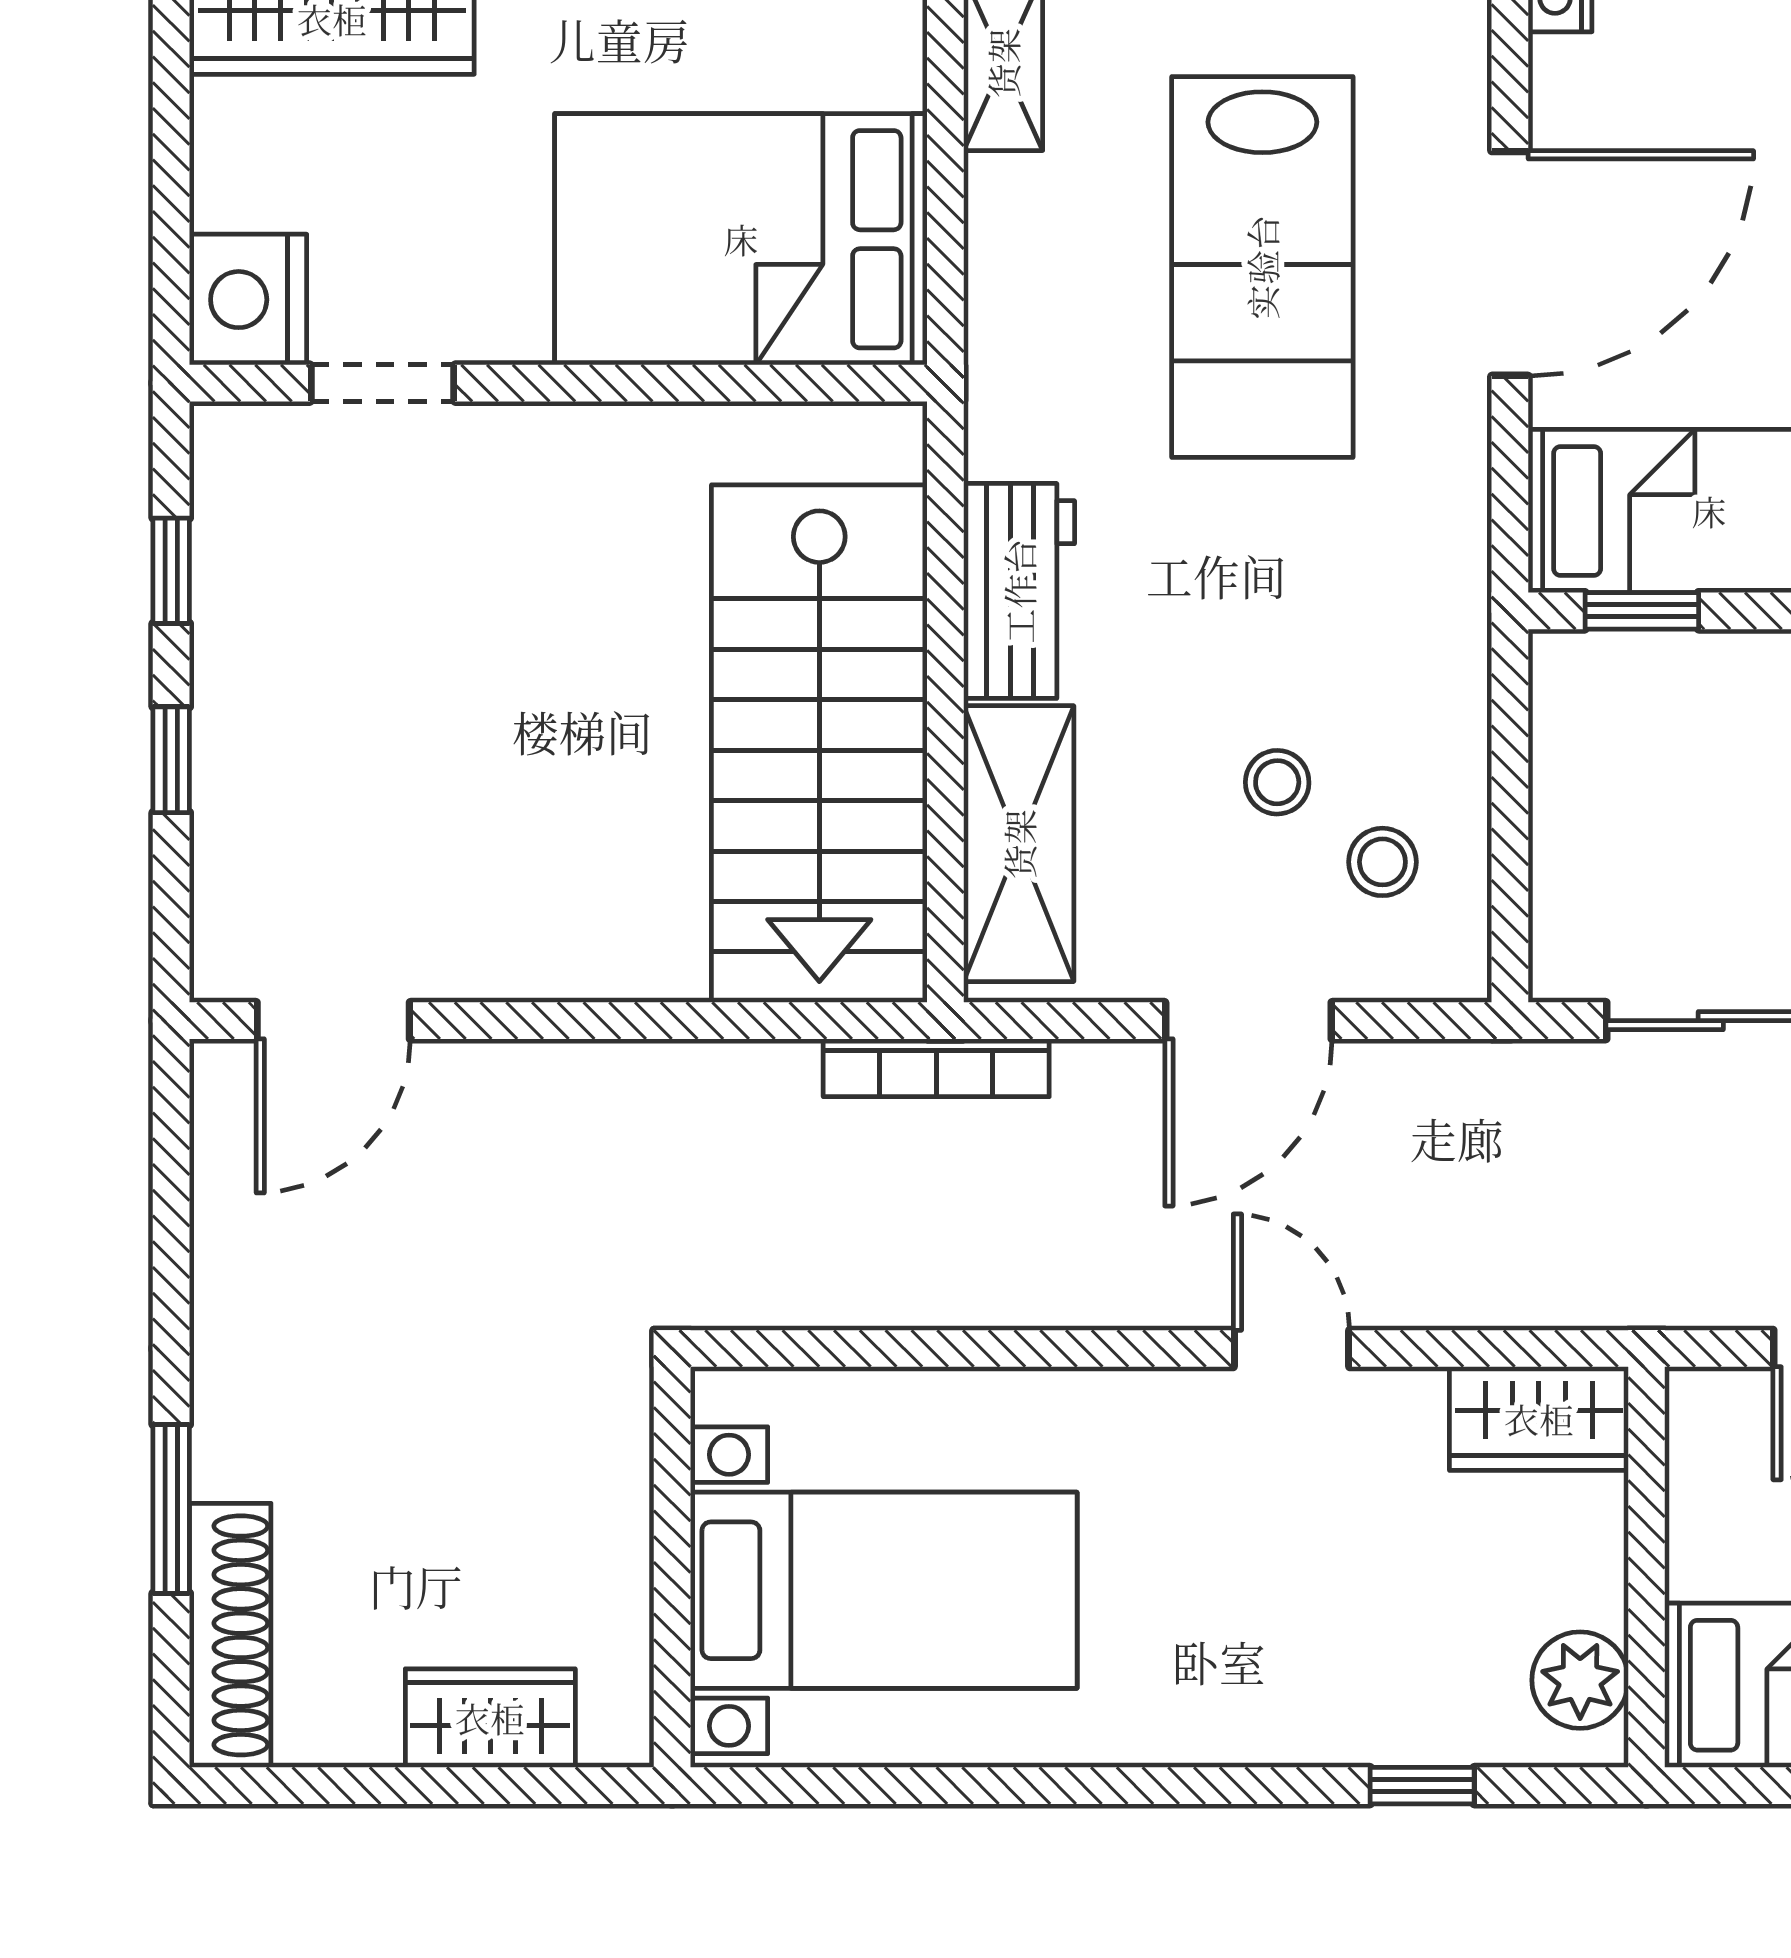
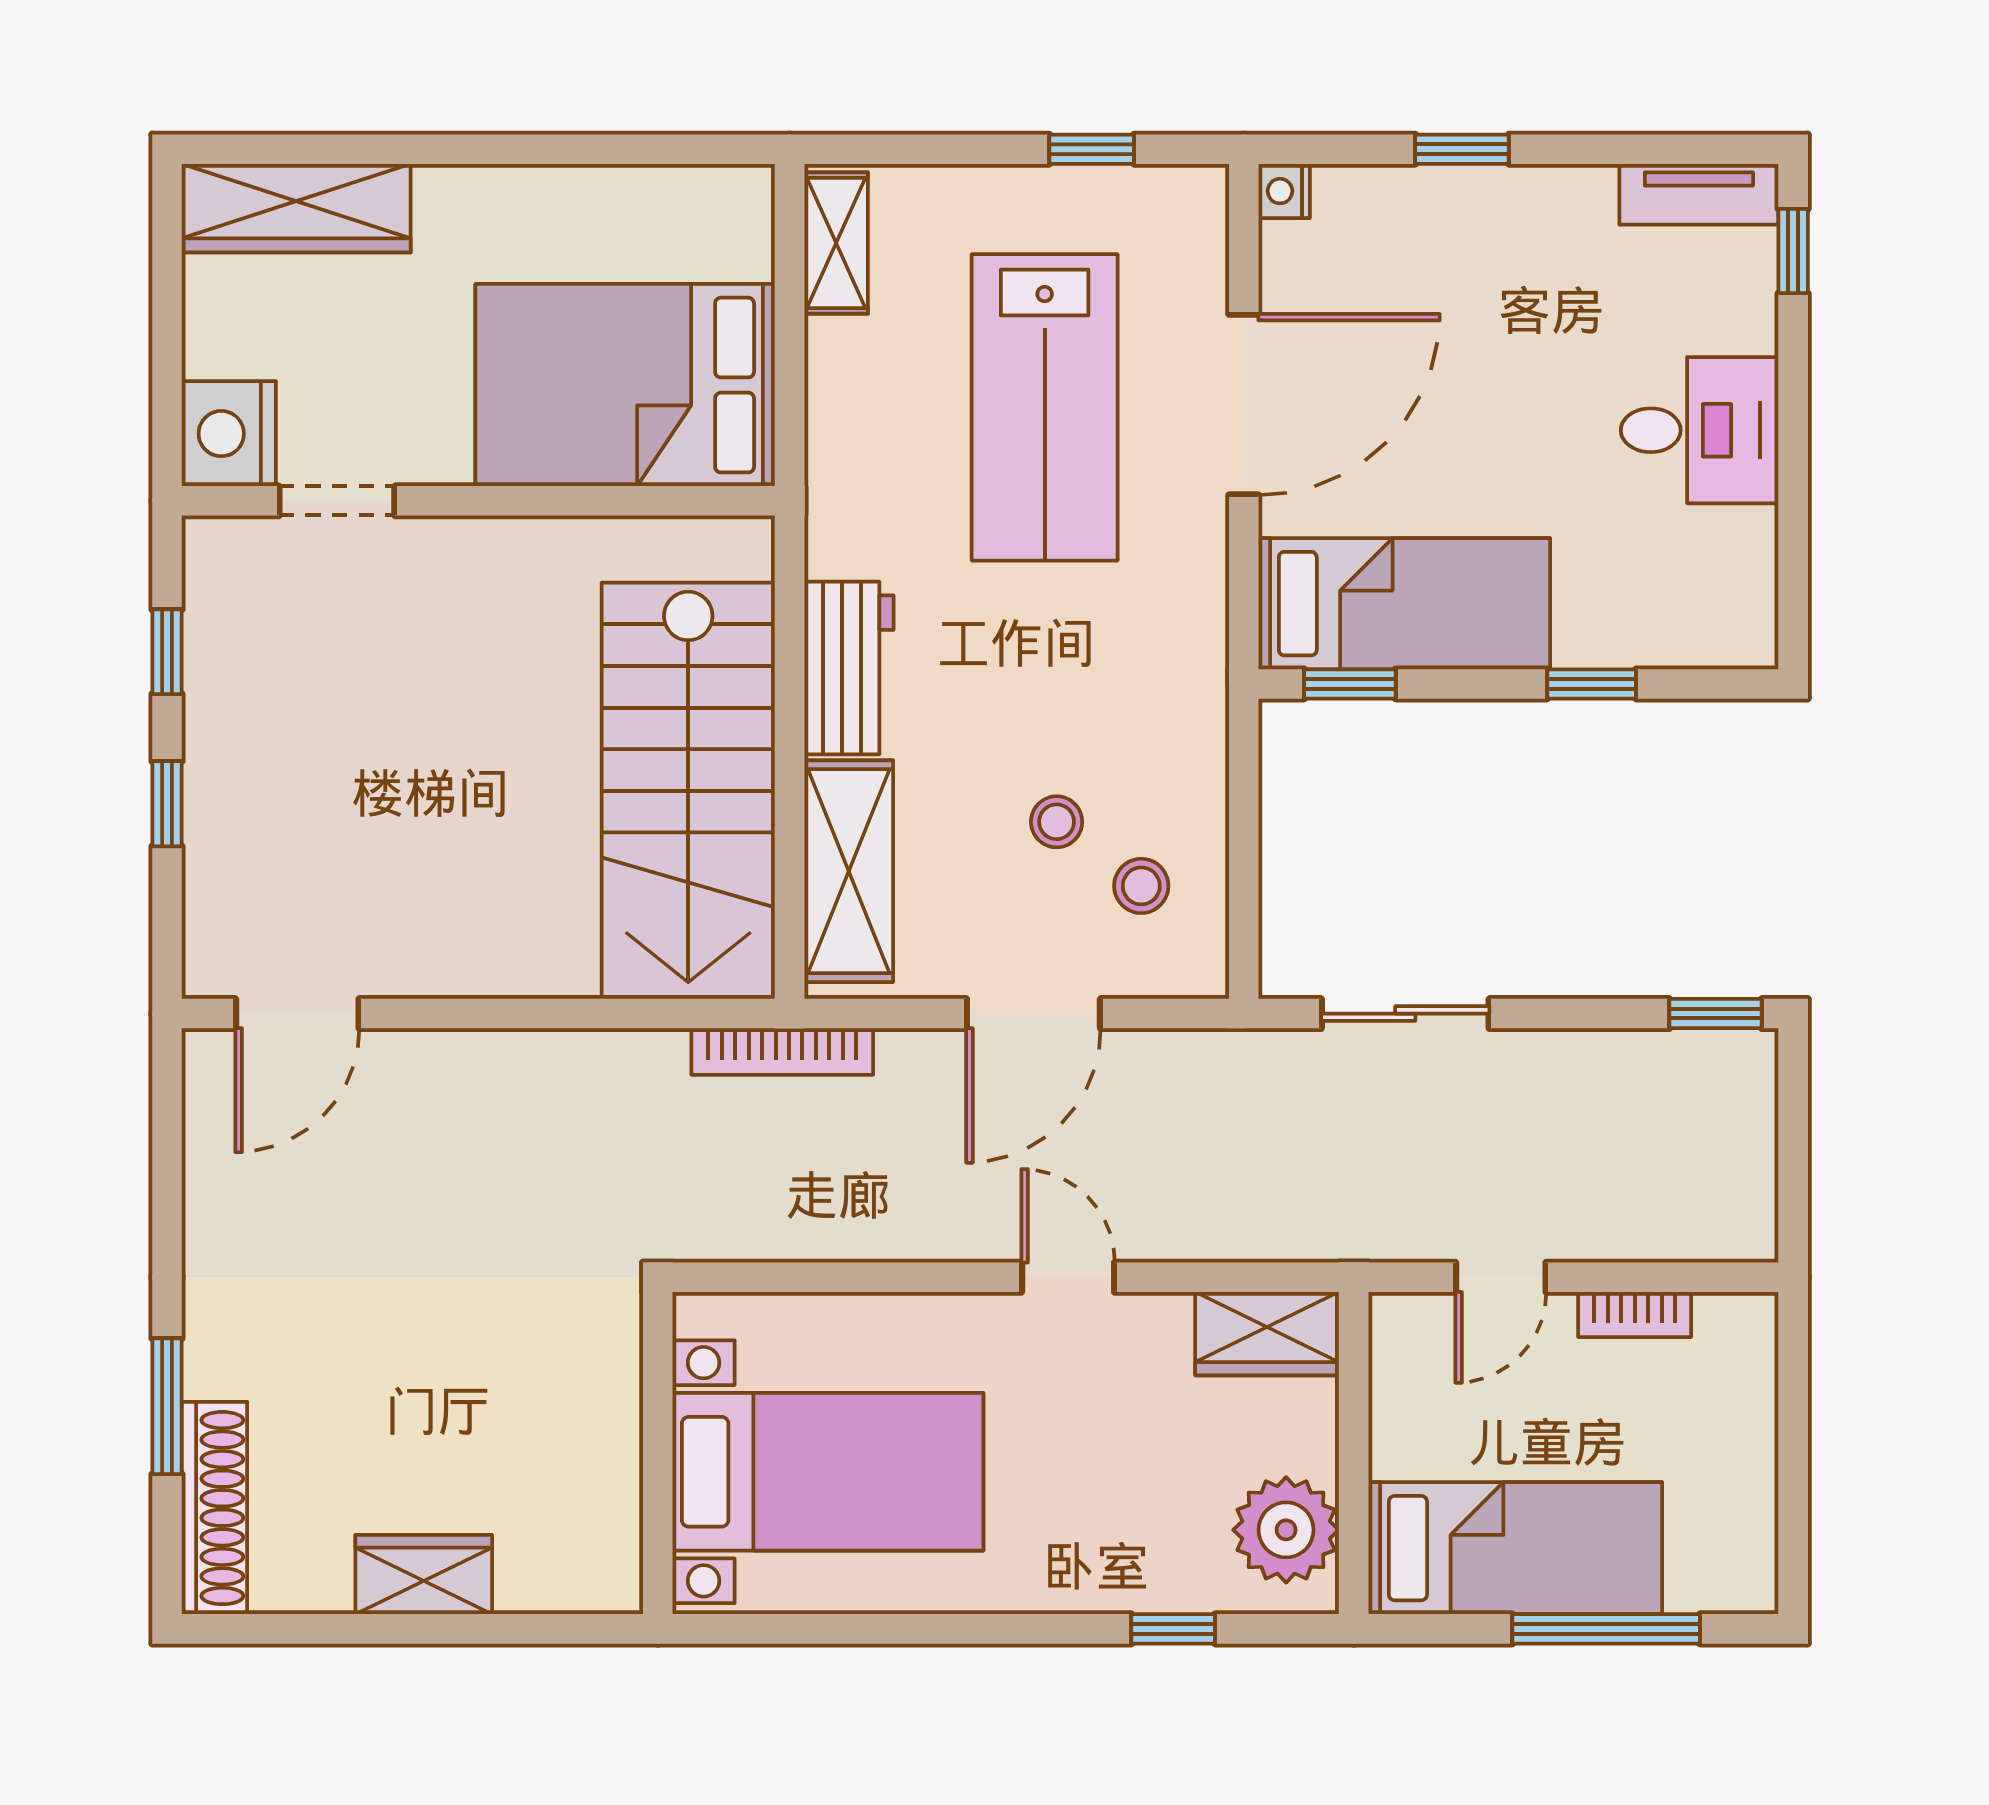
wall: (672, 1567) -> (658, 1453), moved
bed with nightstands: (884, 1590) -> (828, 1472), moved
plant: (1580, 1680) -> (1286, 1530), width x1.36, depth x1.36

